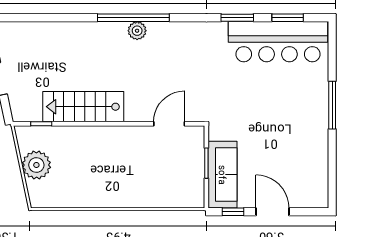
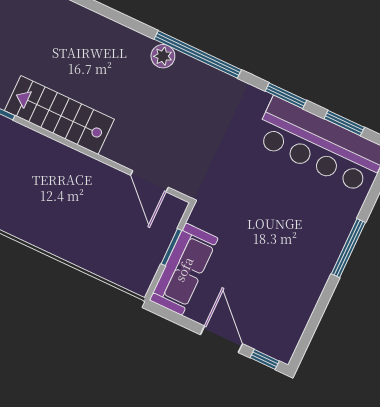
window: (133, 18) -> (198, 54), moved
door: (169, 124) -> (149, 181), swing flipped
window: (233, 212) -> (265, 359), moved

